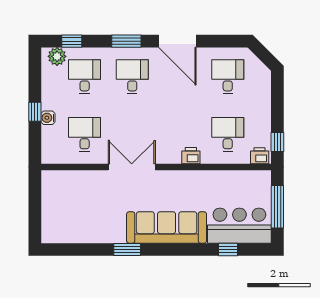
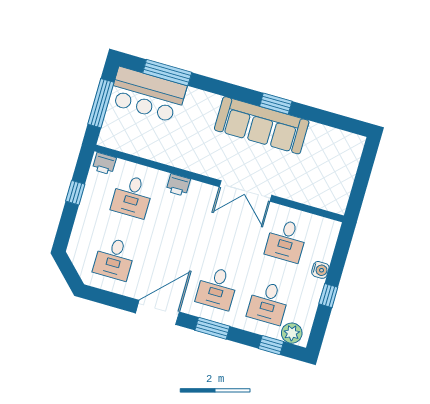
door: (177, 41) -> (157, 312), hinge flipped
window: (35, 112) -> (328, 296), moved
window: (277, 142) -> (75, 193), moved
sofa: (167, 227) -> (262, 125), moved
window: (228, 249) -> (167, 73), width x2.17

